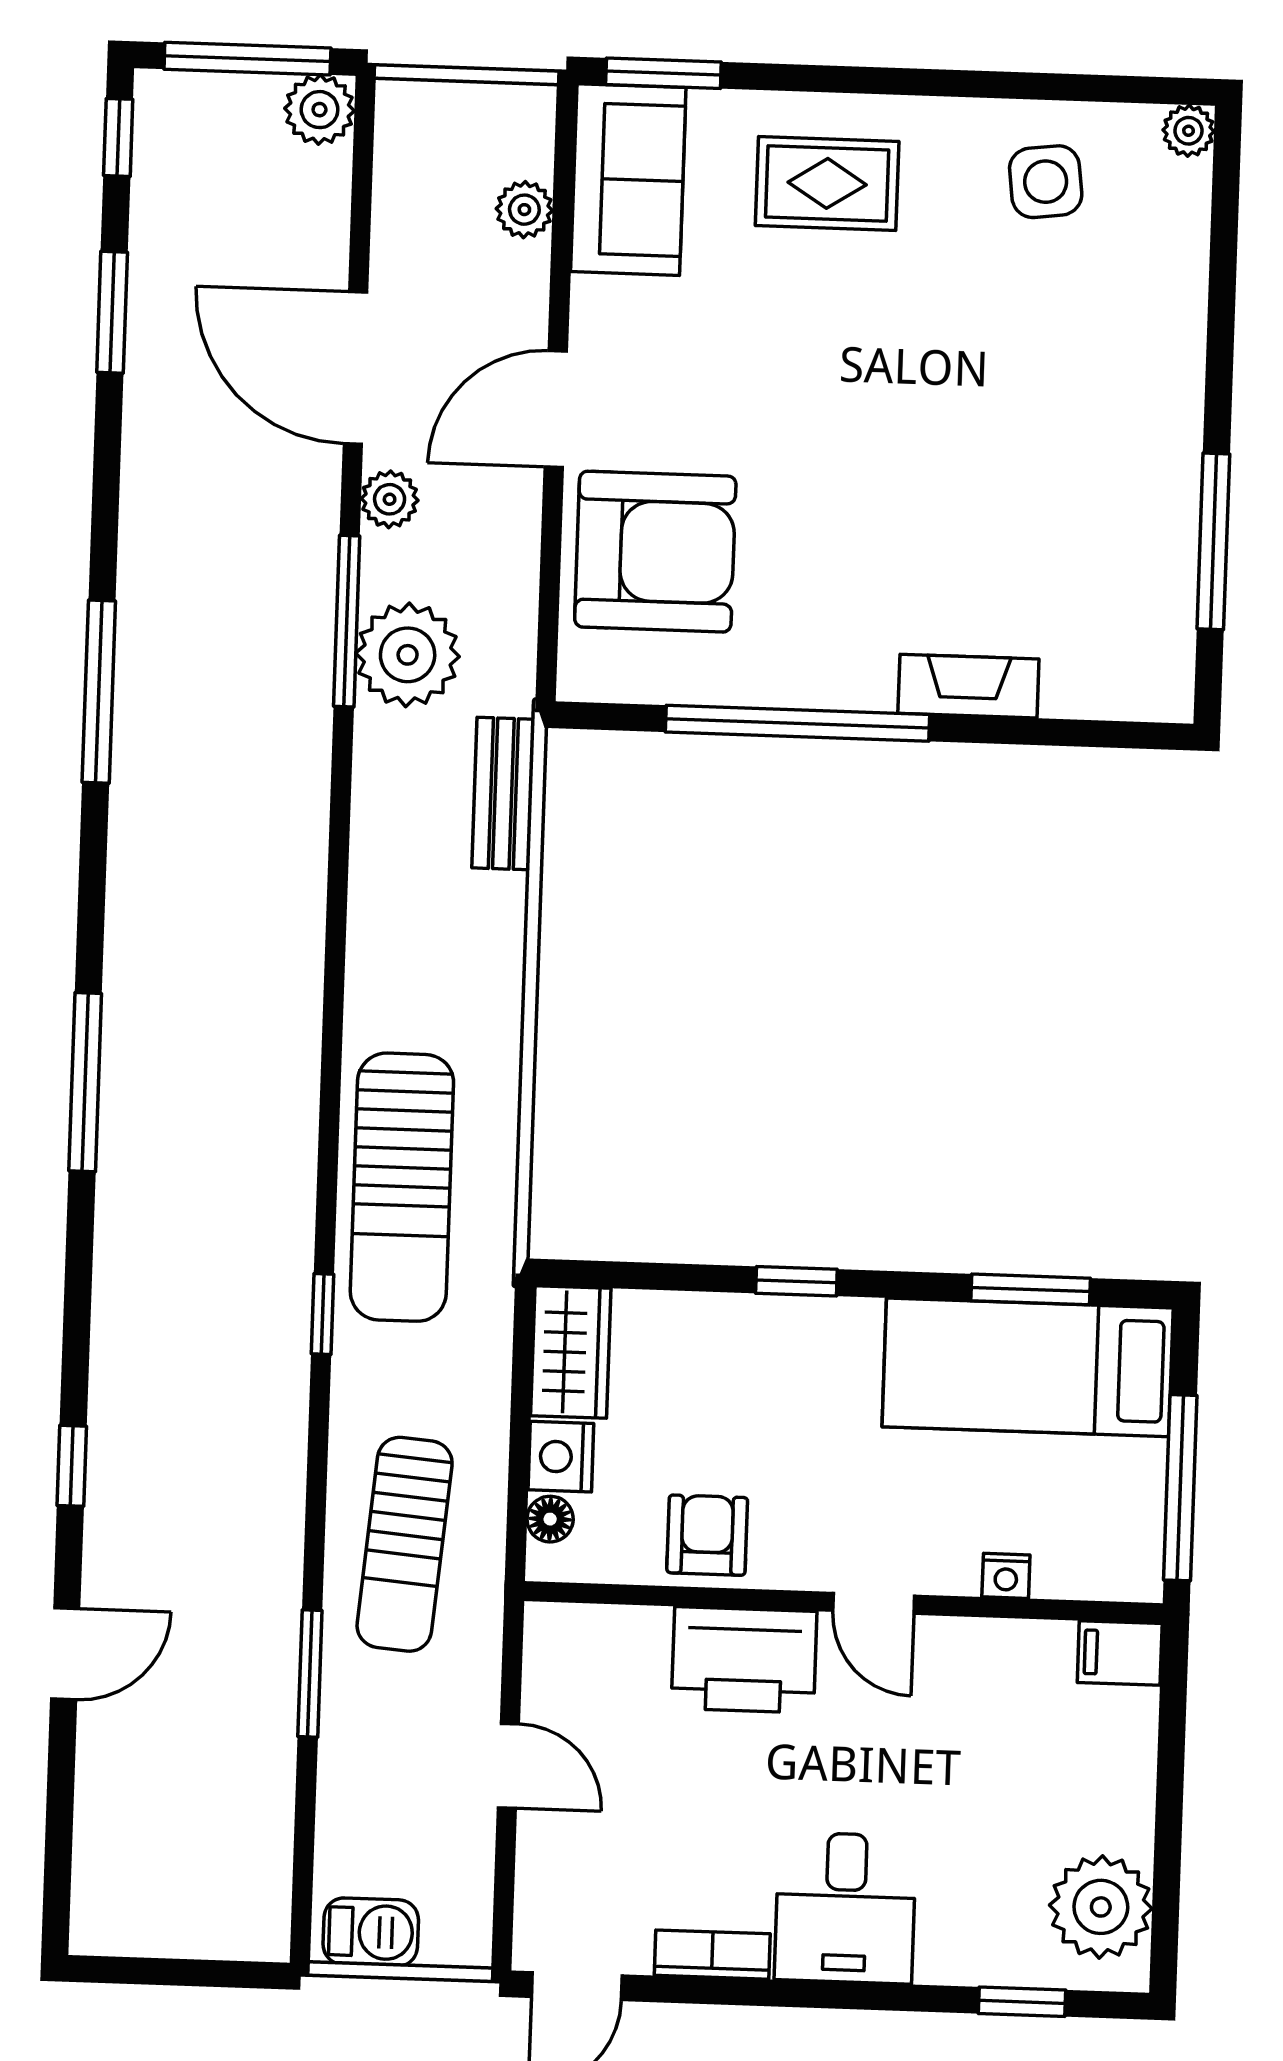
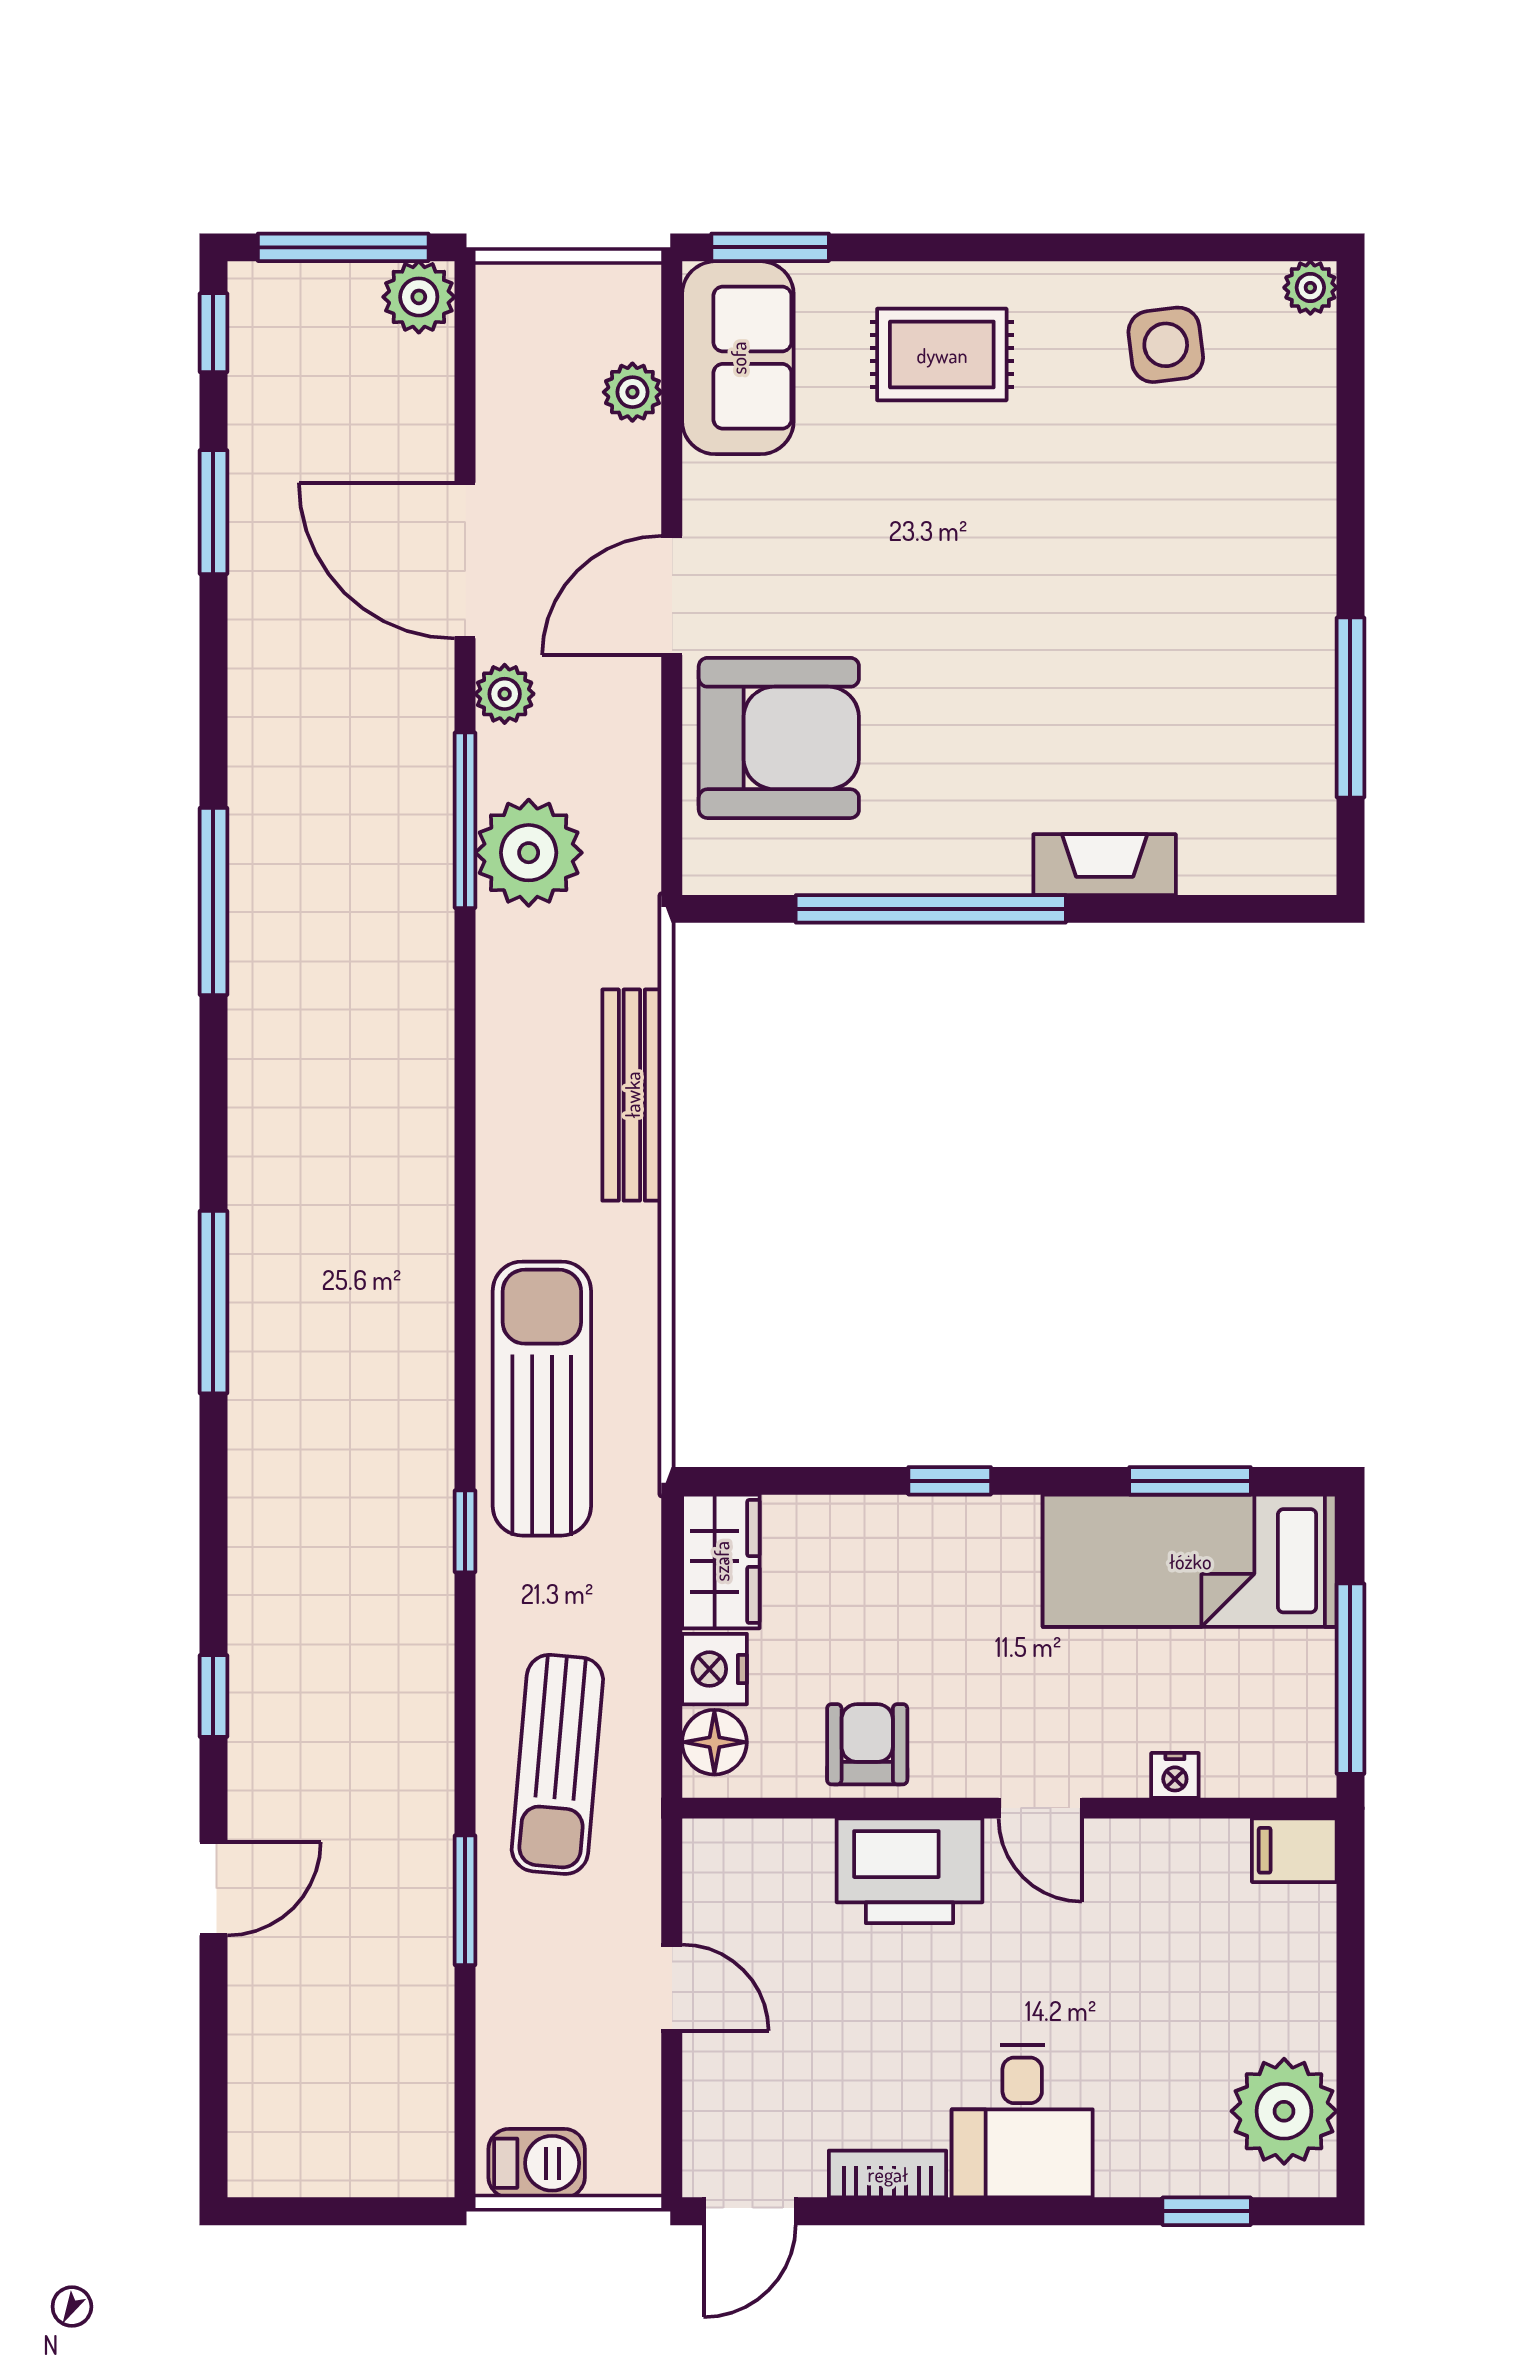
bench: (503, 794) -> (632, 1095), moved, width x1.36
sun lounger: (402, 1187) -> (542, 1399), turned 180
floor lamp: (550, 1519) -> (714, 1742), width x1.37, depth x1.37

